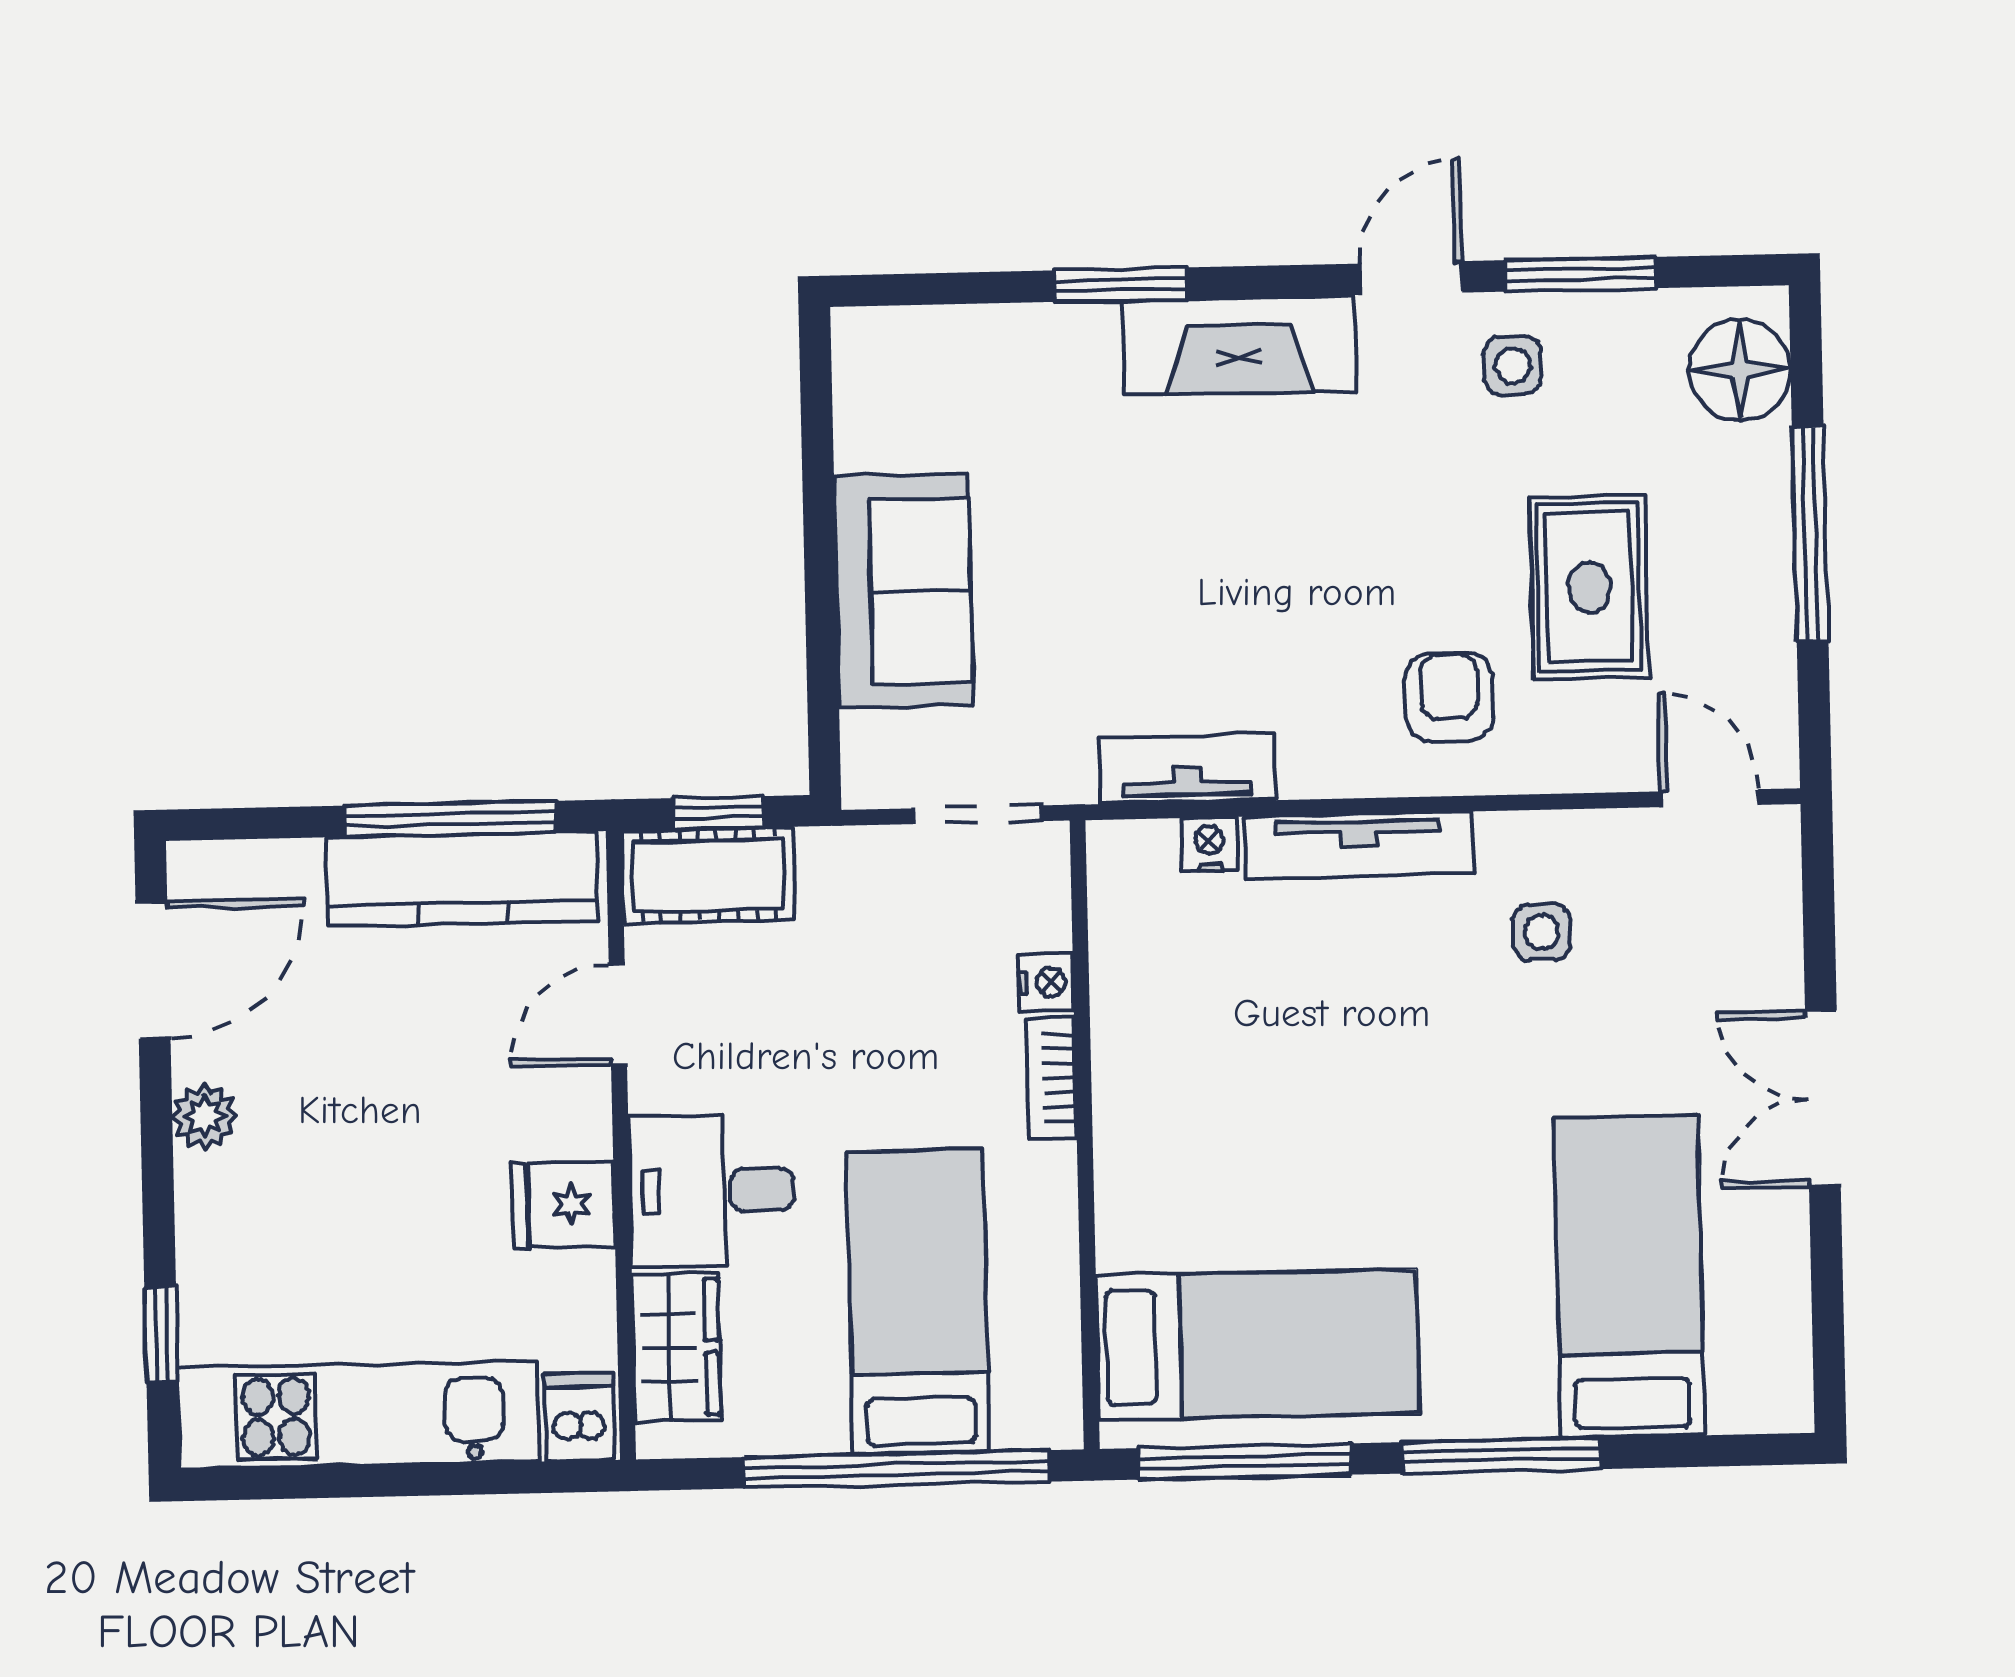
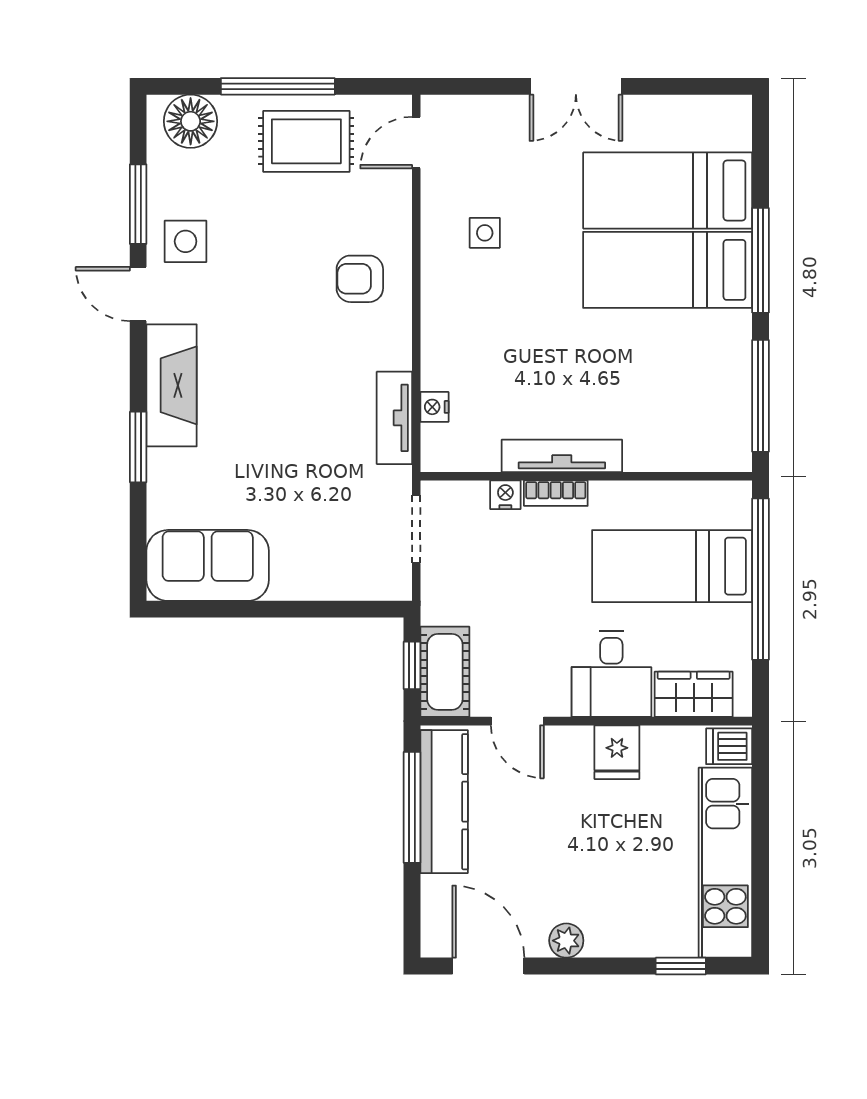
side table: (1512, 366) -> (186, 241), width x1.37, depth x1.37
rug: (1589, 587) -> (306, 141), moved
sofa: (903, 591) -> (208, 565), moved
tv unit: (1358, 845) -> (562, 456), moved, turned -90
bed: (1258, 1345) -> (668, 270), moved, turned -90

